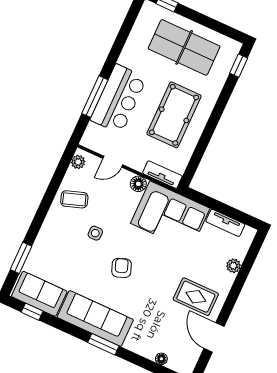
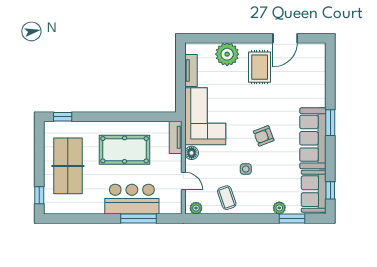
plant: (38, 250) -> (279, 208), added
plant: (233, 266) -> (227, 54), width x1.87, depth x1.87
floor lamp: (161, 359) -> (321, 72), removed

